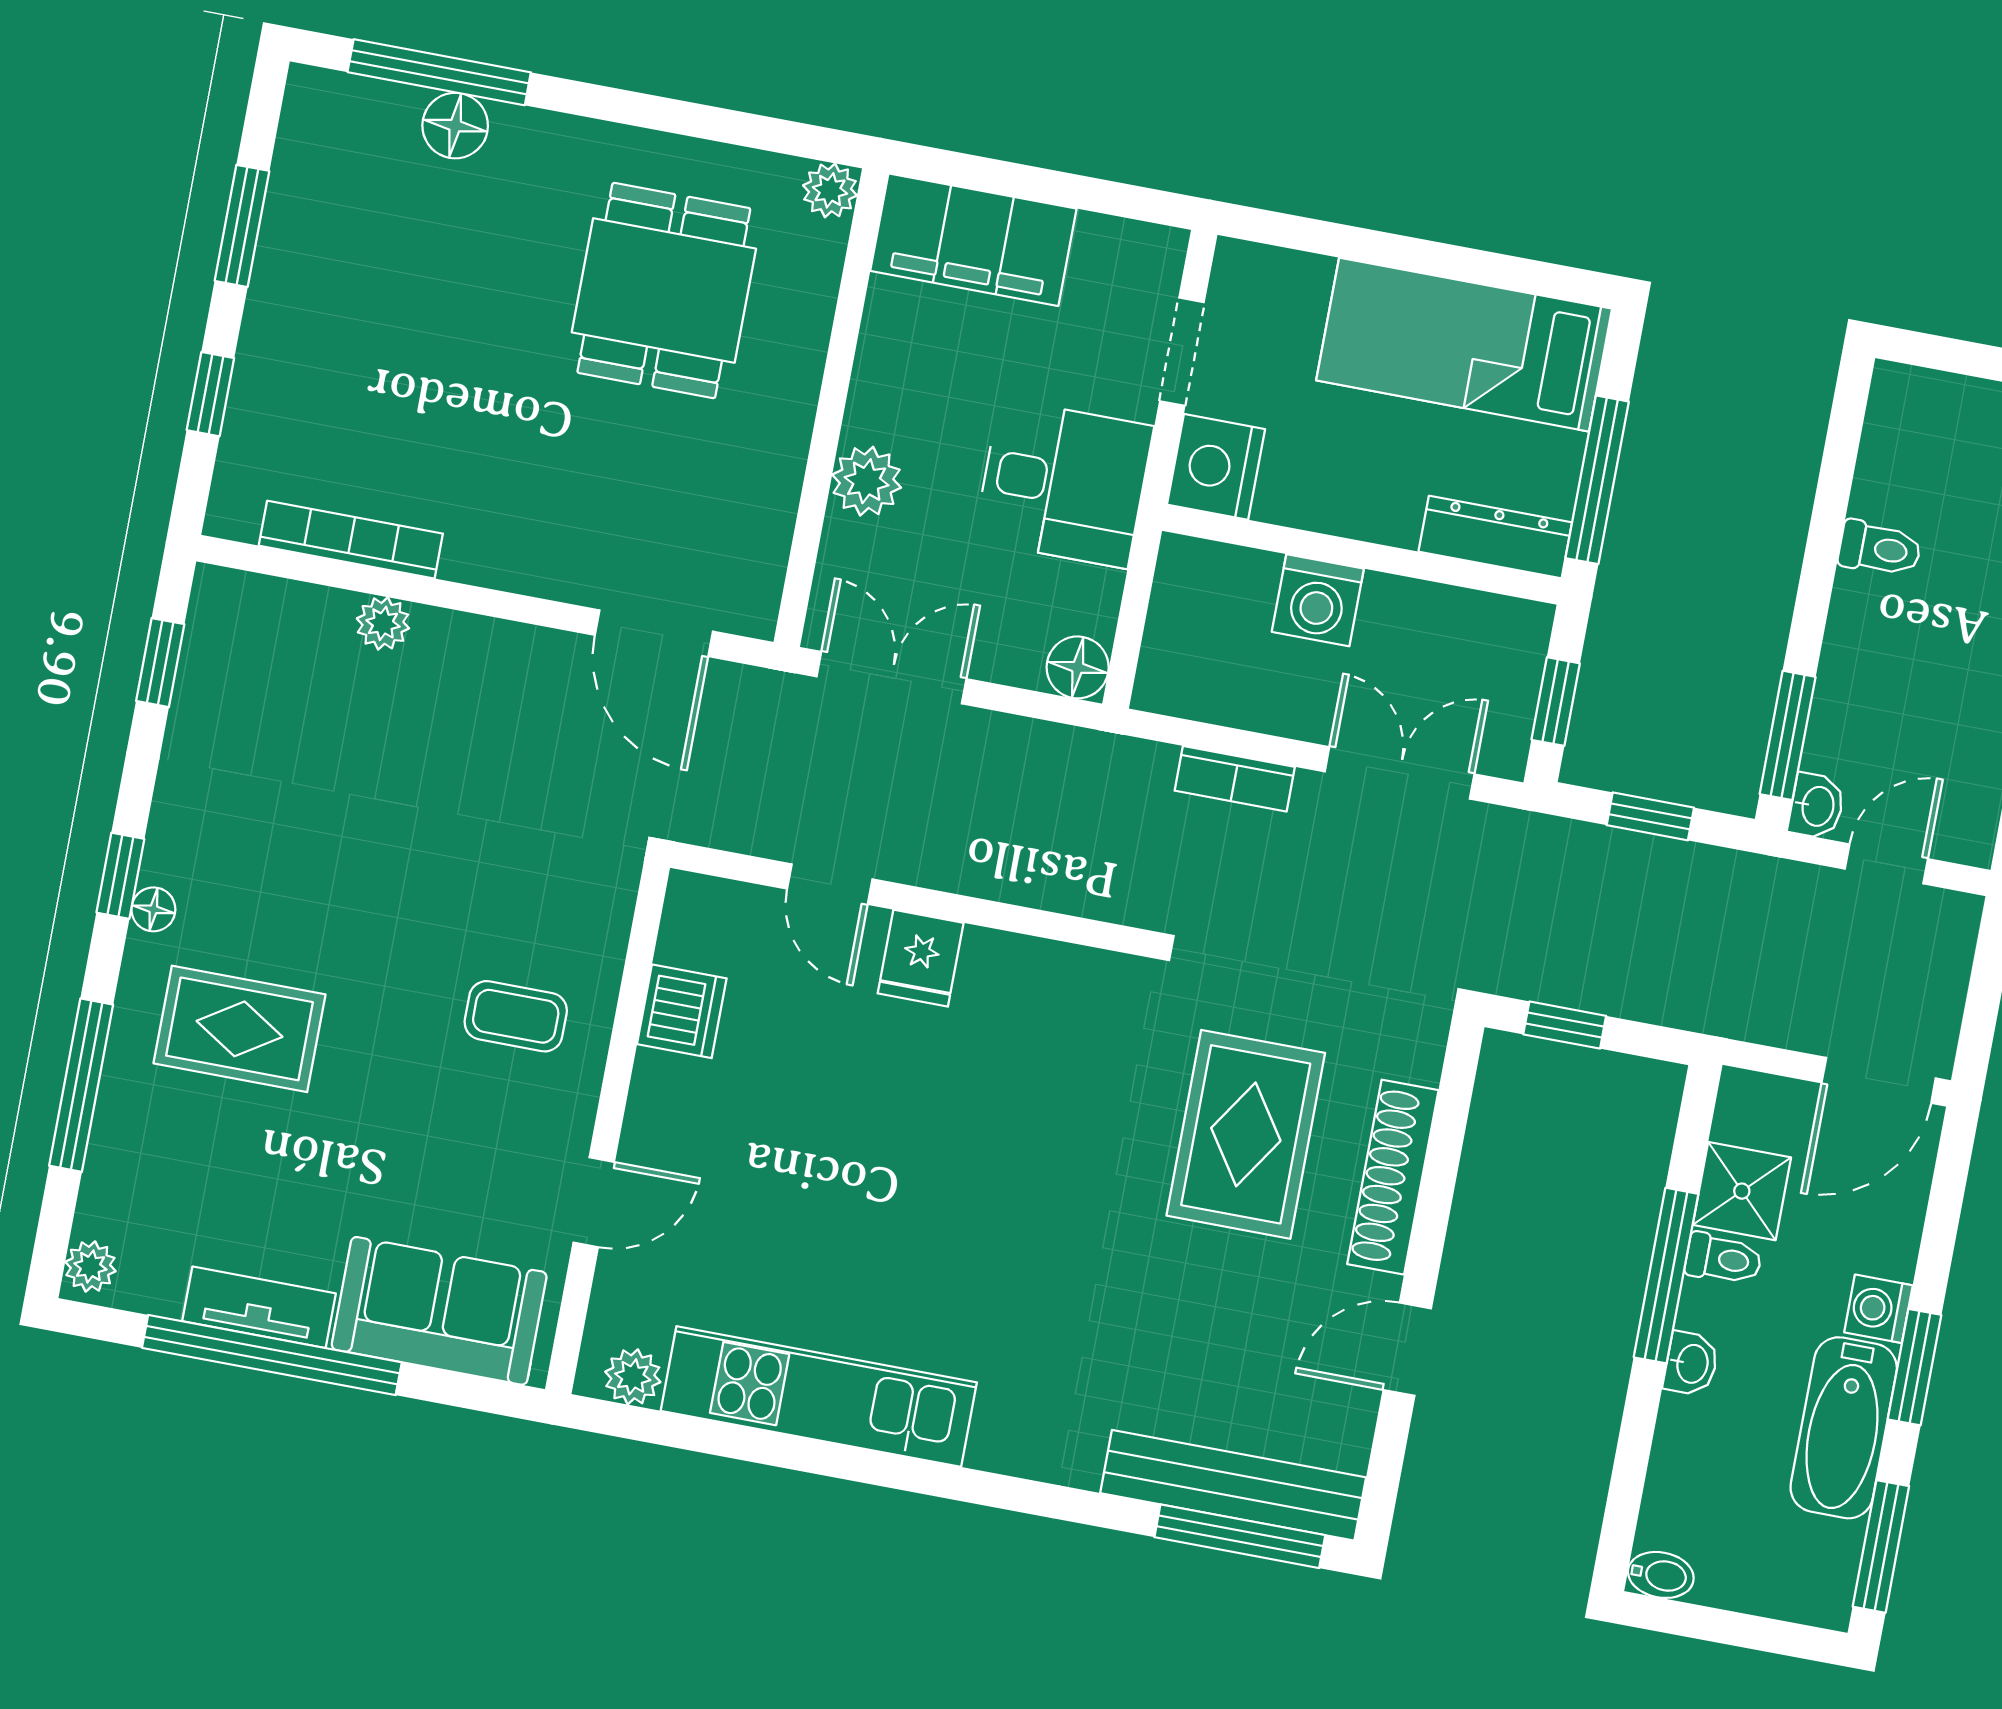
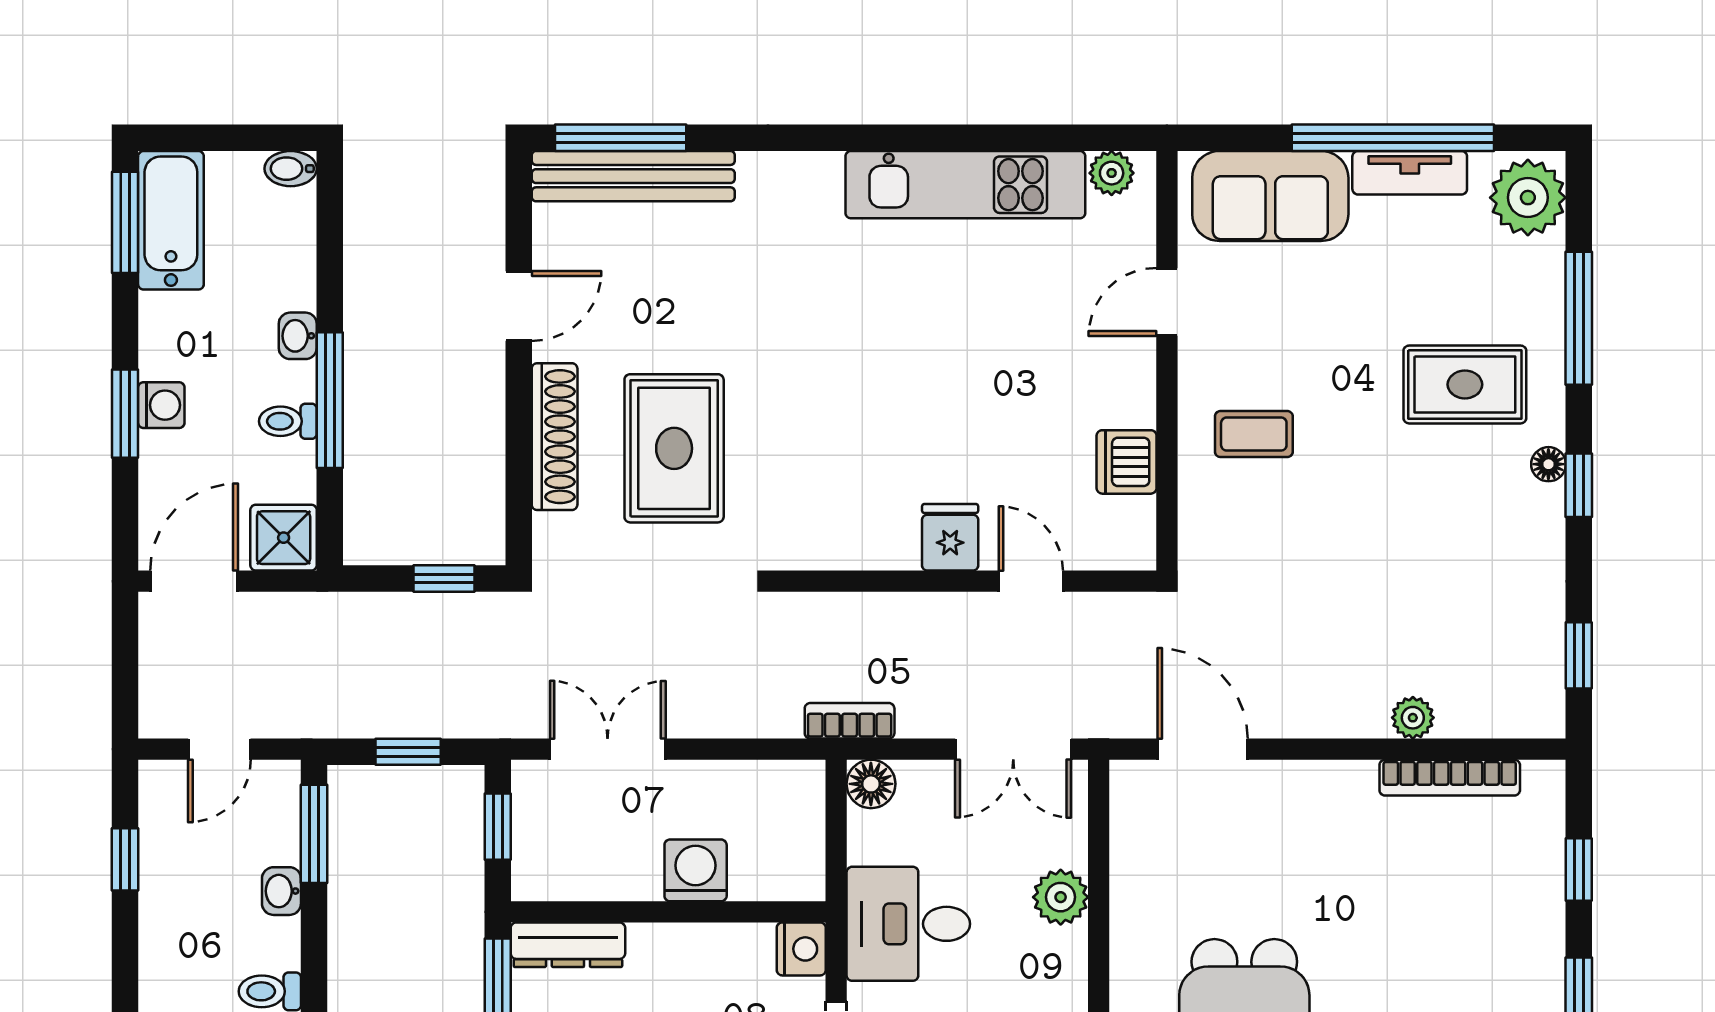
nightstand: (1216, 467) -> (801, 949), width x0.74, depth x0.75
double door: (1400, 773) -> (608, 749), swing flipped
bookcase: (1235, 779) -> (850, 721), moved
washbasin: (1817, 806) -> (281, 891), moved
shower: (1742, 1191) -> (284, 538), moved
plant: (90, 1266) -> (1528, 198), width x1.88, depth x1.88
window: (1914, 1367) -> (125, 414), moved
bathtub: (1844, 1428) -> (171, 220), moved

